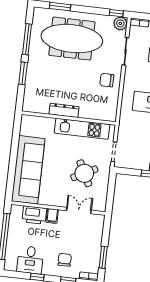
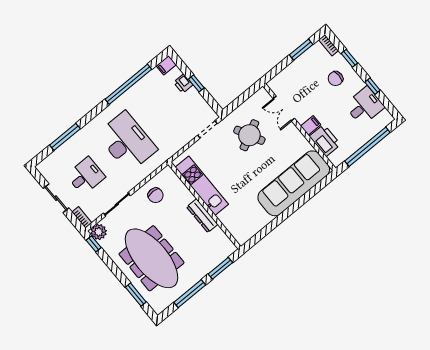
dresser: (64, 110) -> (202, 216), moved
wall: (69, 118) -> (204, 206), moved
kitchen unit: (82, 129) -> (202, 186), moved

